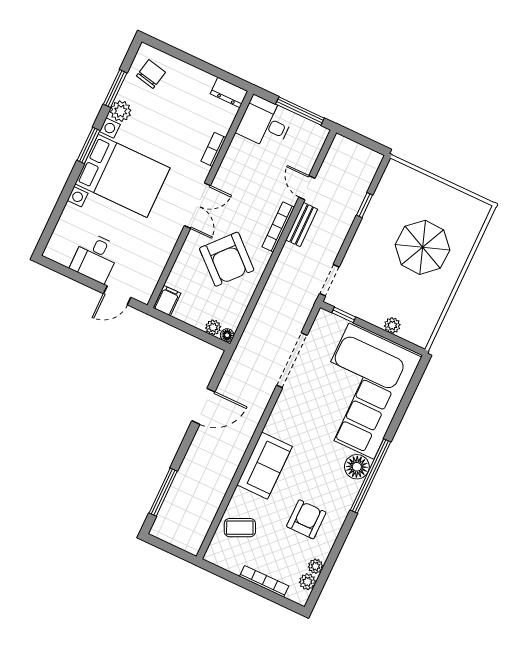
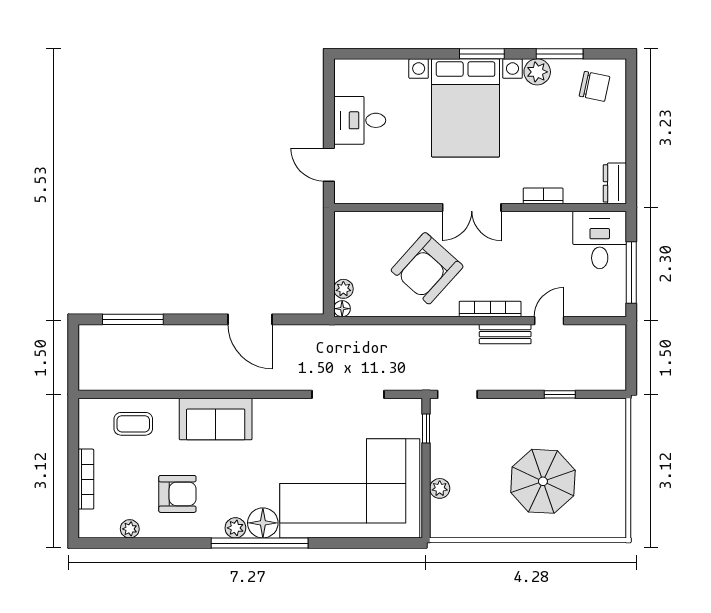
filing cabinet: (167, 301) -> (349, 223), removed
coffee table: (240, 528) -> (133, 424), turned -65
plant: (307, 582) -> (235, 528), moved

